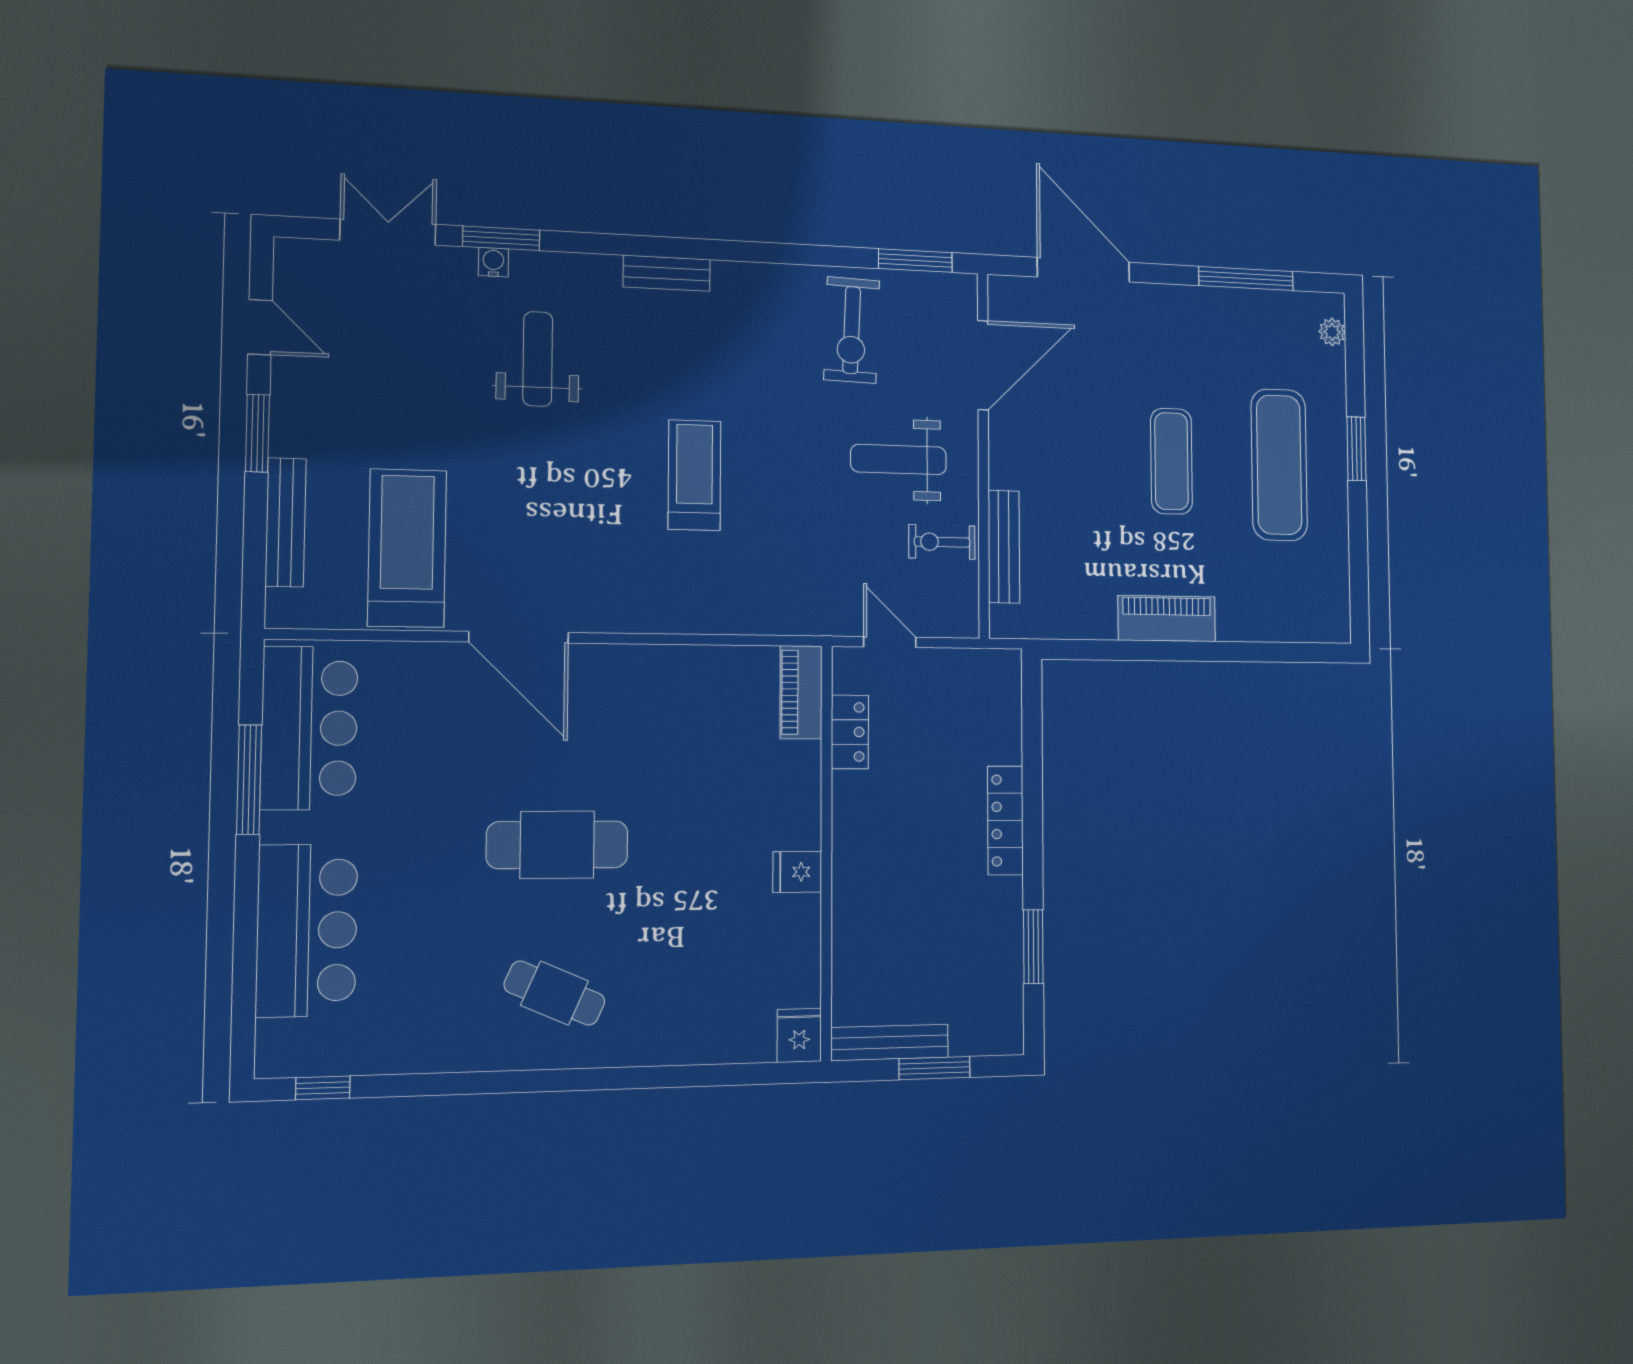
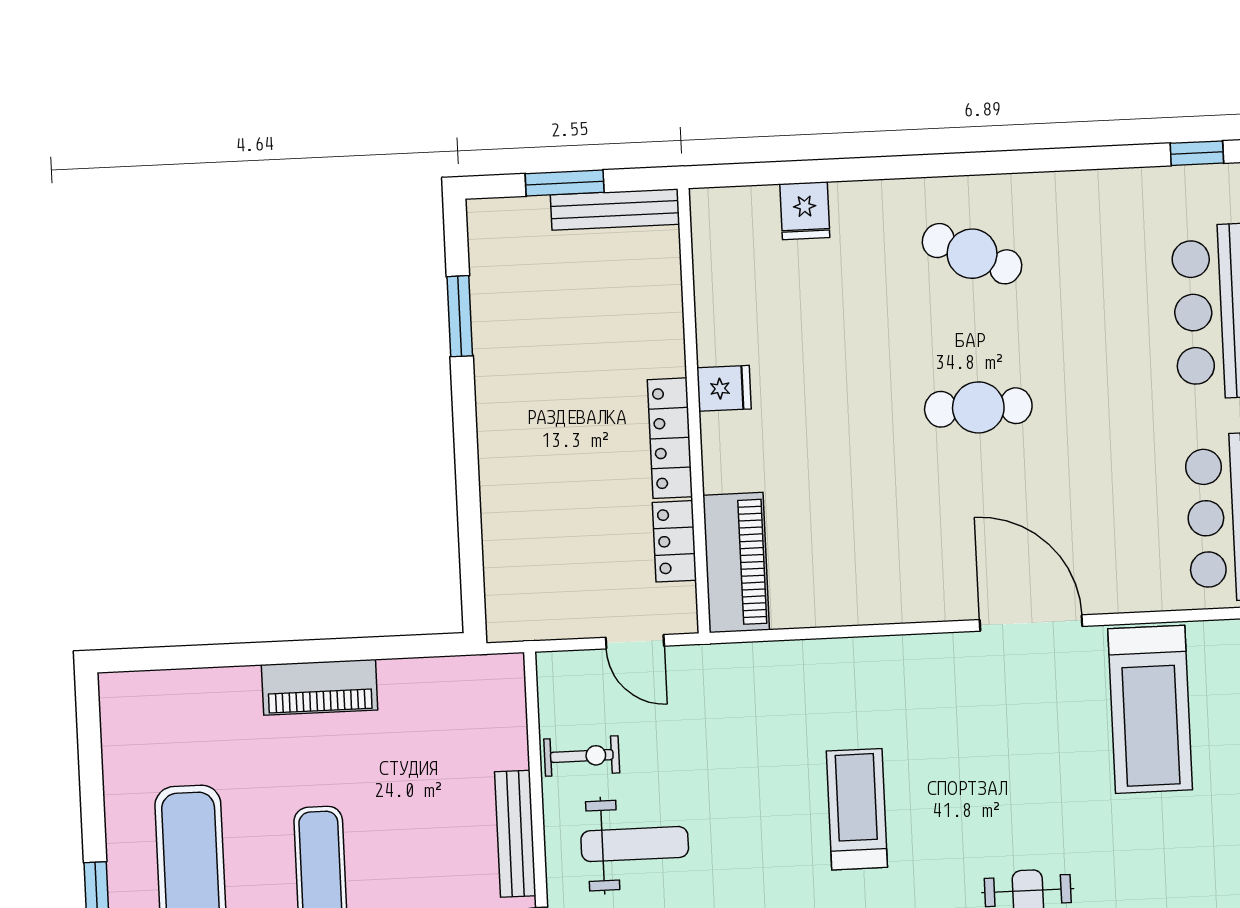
treadmill: (694, 475) -> (857, 809), turned 180
bench: (1004, 547) -> (515, 834), moved
piano: (801, 692) -> (736, 563), width x1.37, depth x1.33
locker: (1005, 820) -> (670, 438), moved, turned 180
cafe table: (557, 845) -> (978, 407), width x0.73, depth x0.74
fridge: (799, 1035) -> (805, 211), moved

